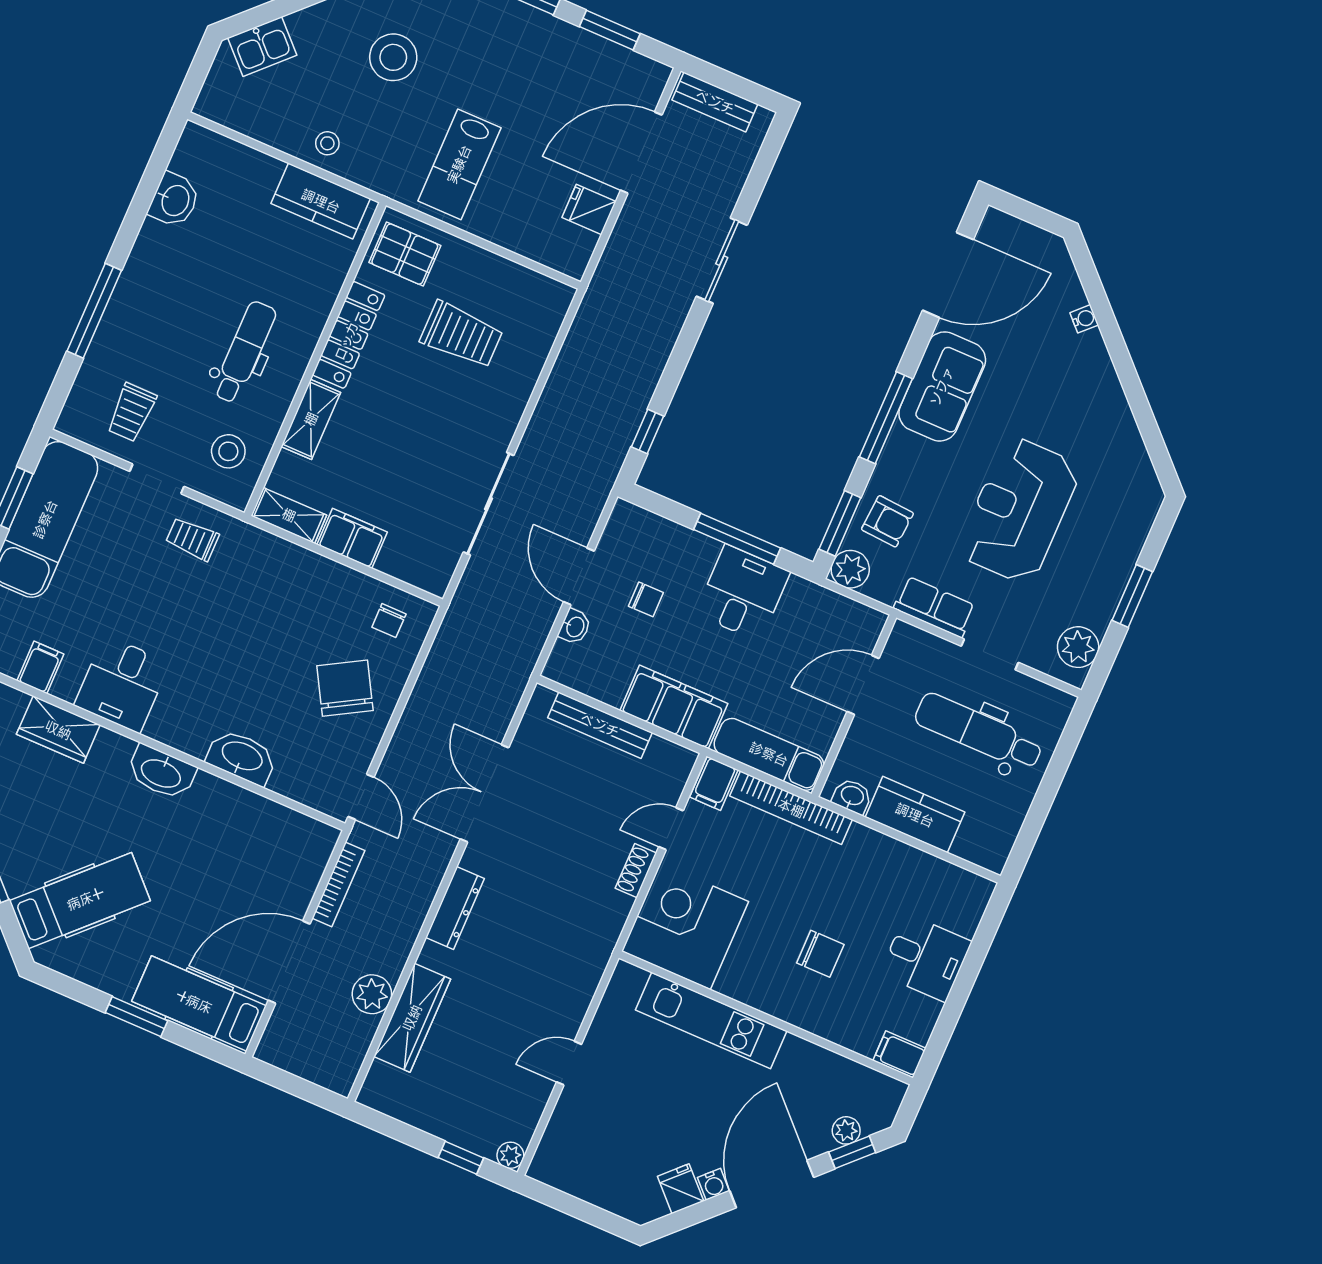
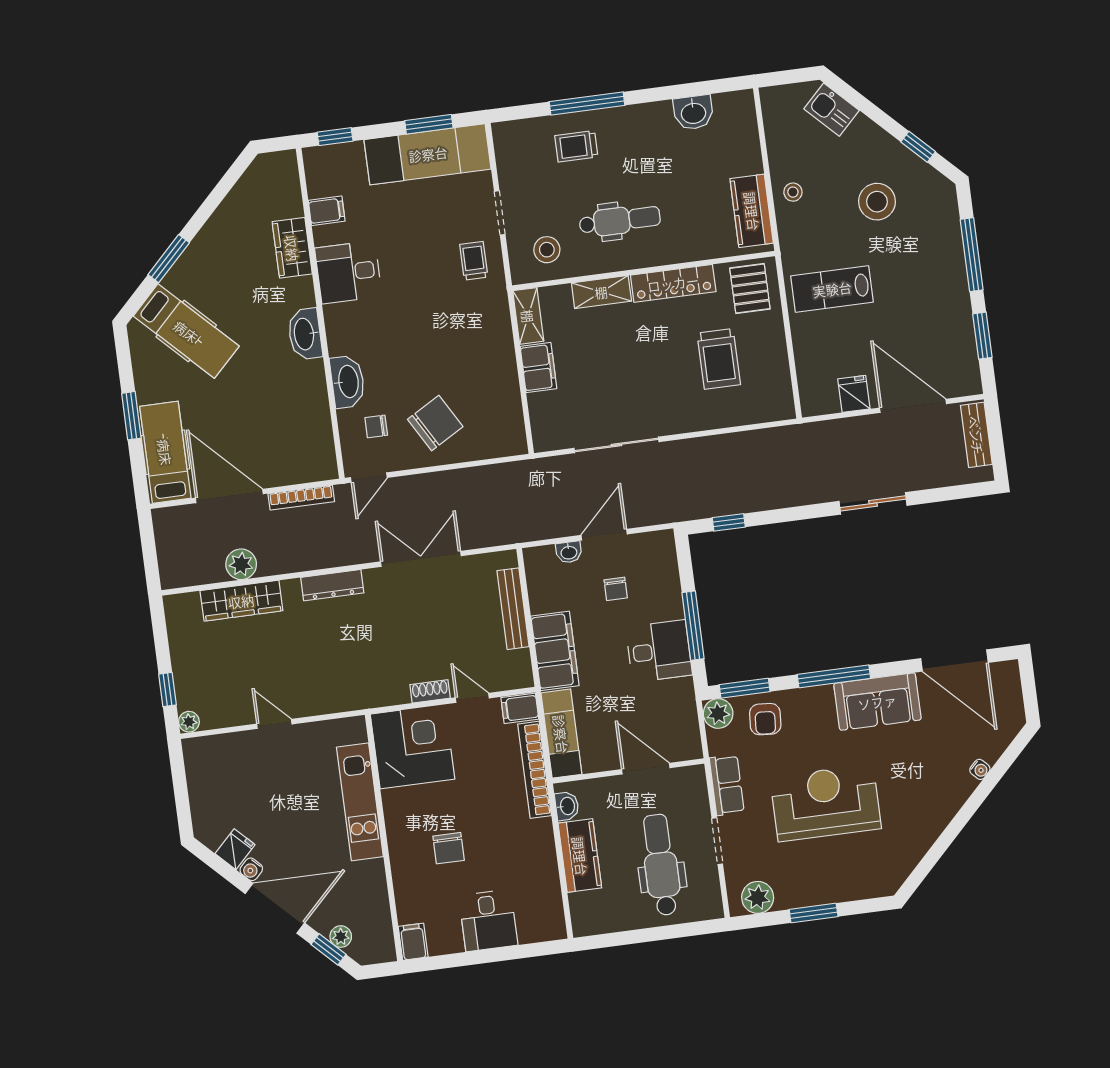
trolley: (131, 412) -> (576, 146), moved
chair: (389, 621) -> (376, 426), moved

